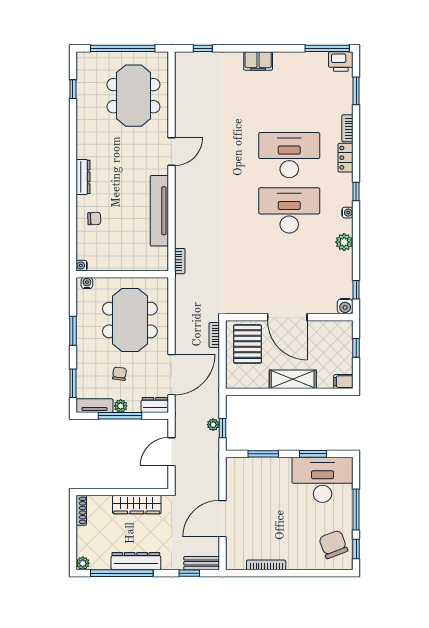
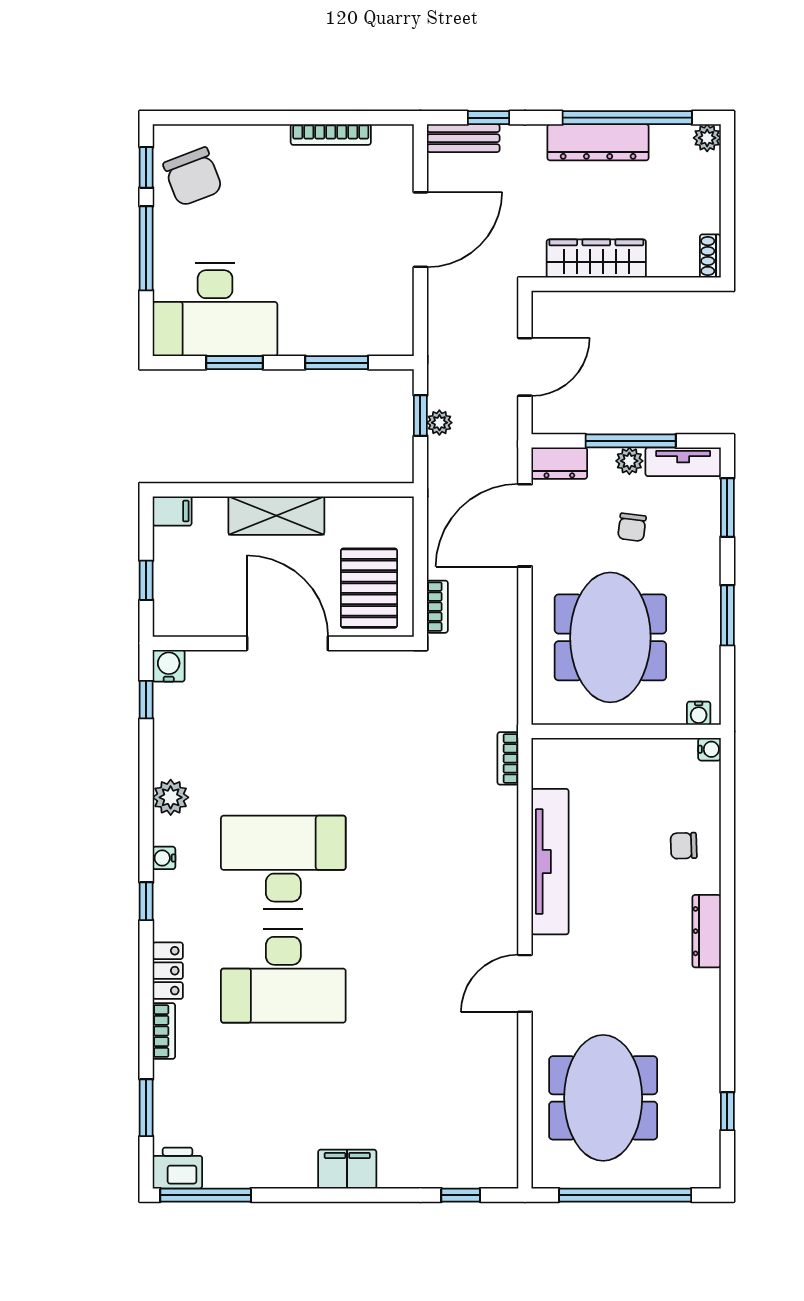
desk: (289, 210) -> (283, 862), turned 180
shoe rack: (81, 510) -> (710, 256), width x0.70

